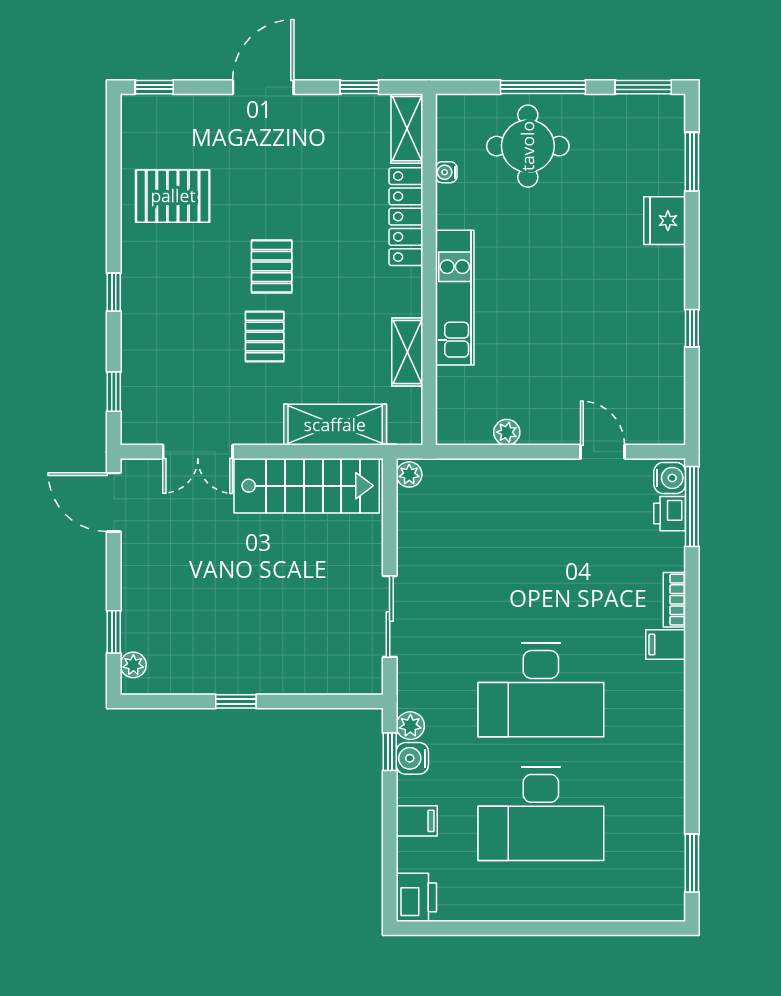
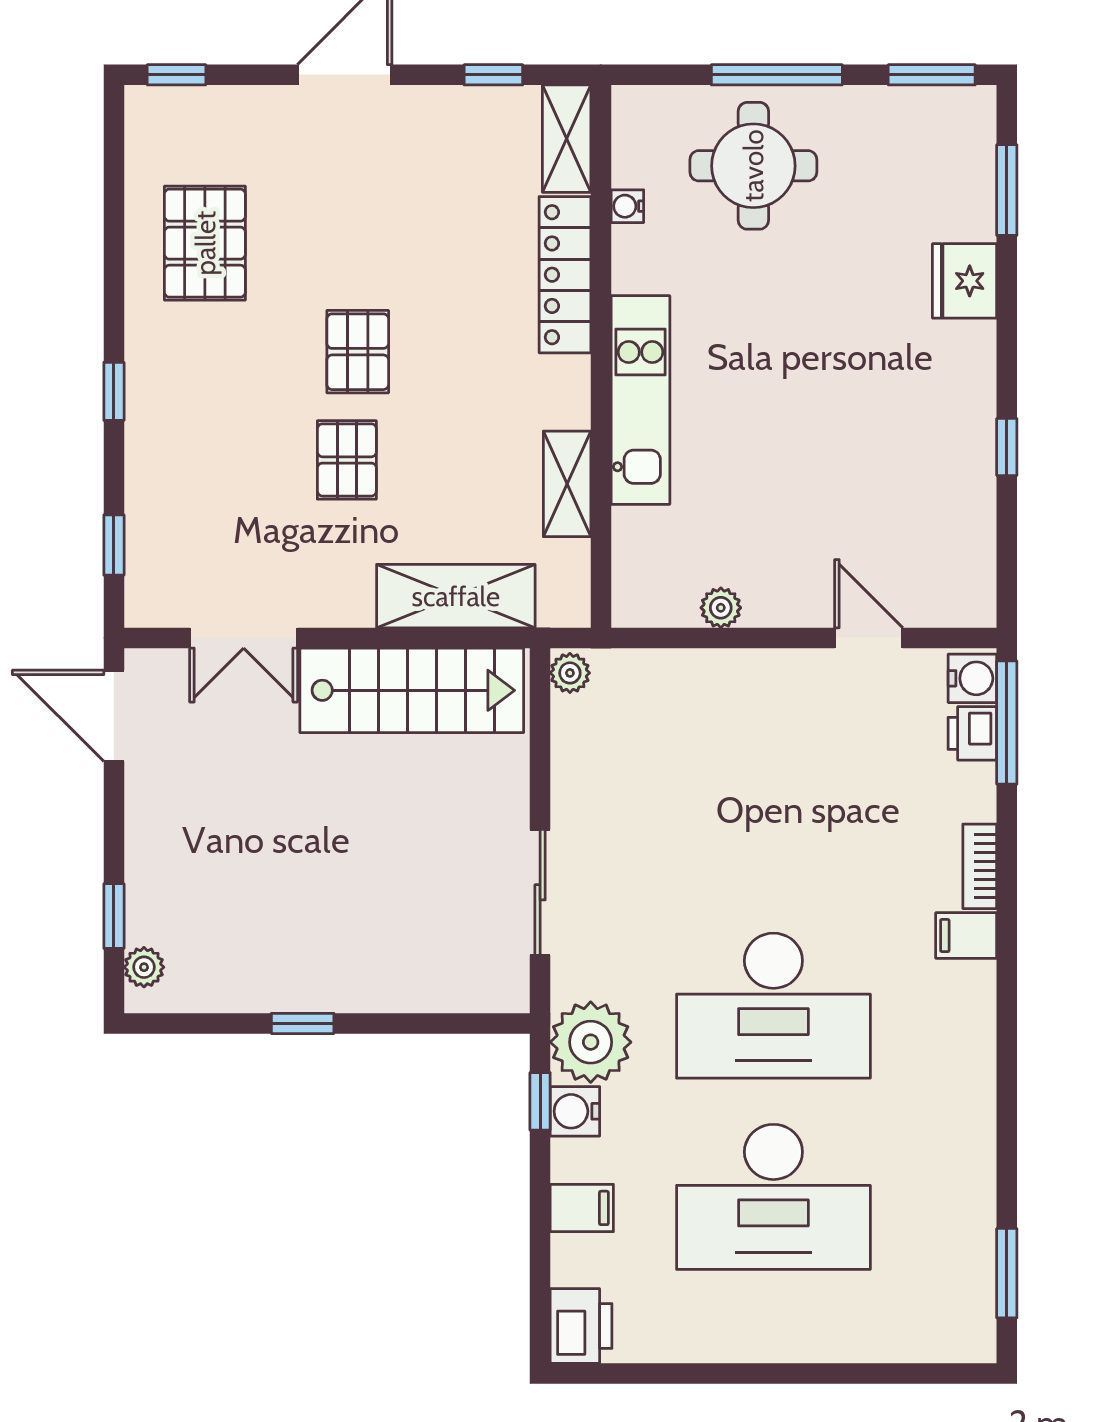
pallet: (173, 196) -> (205, 243), turned 90
plant: (410, 726) -> (591, 1042), width x1.87, depth x1.87

